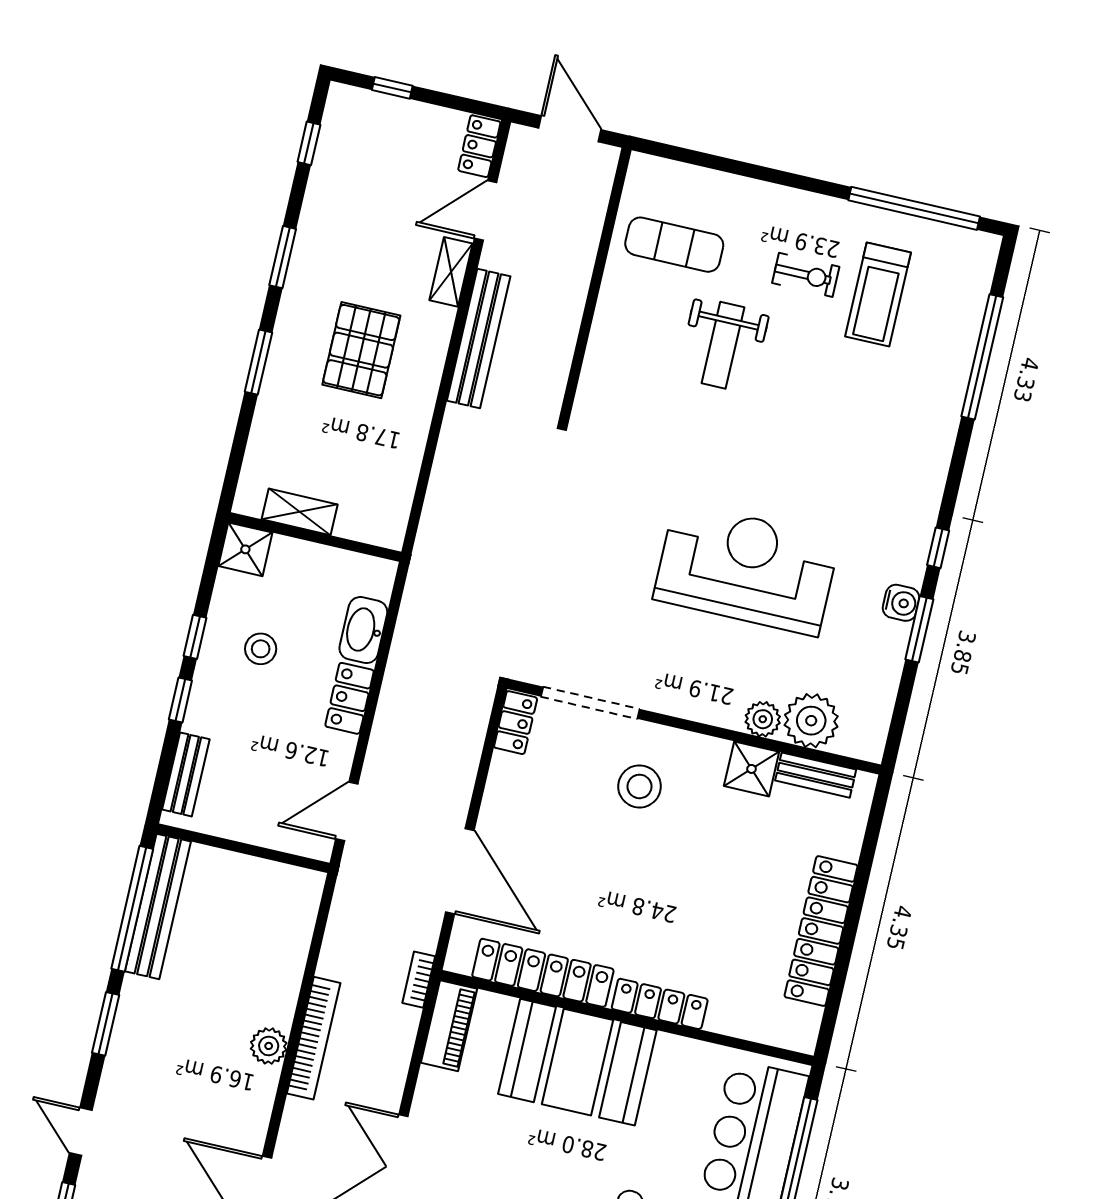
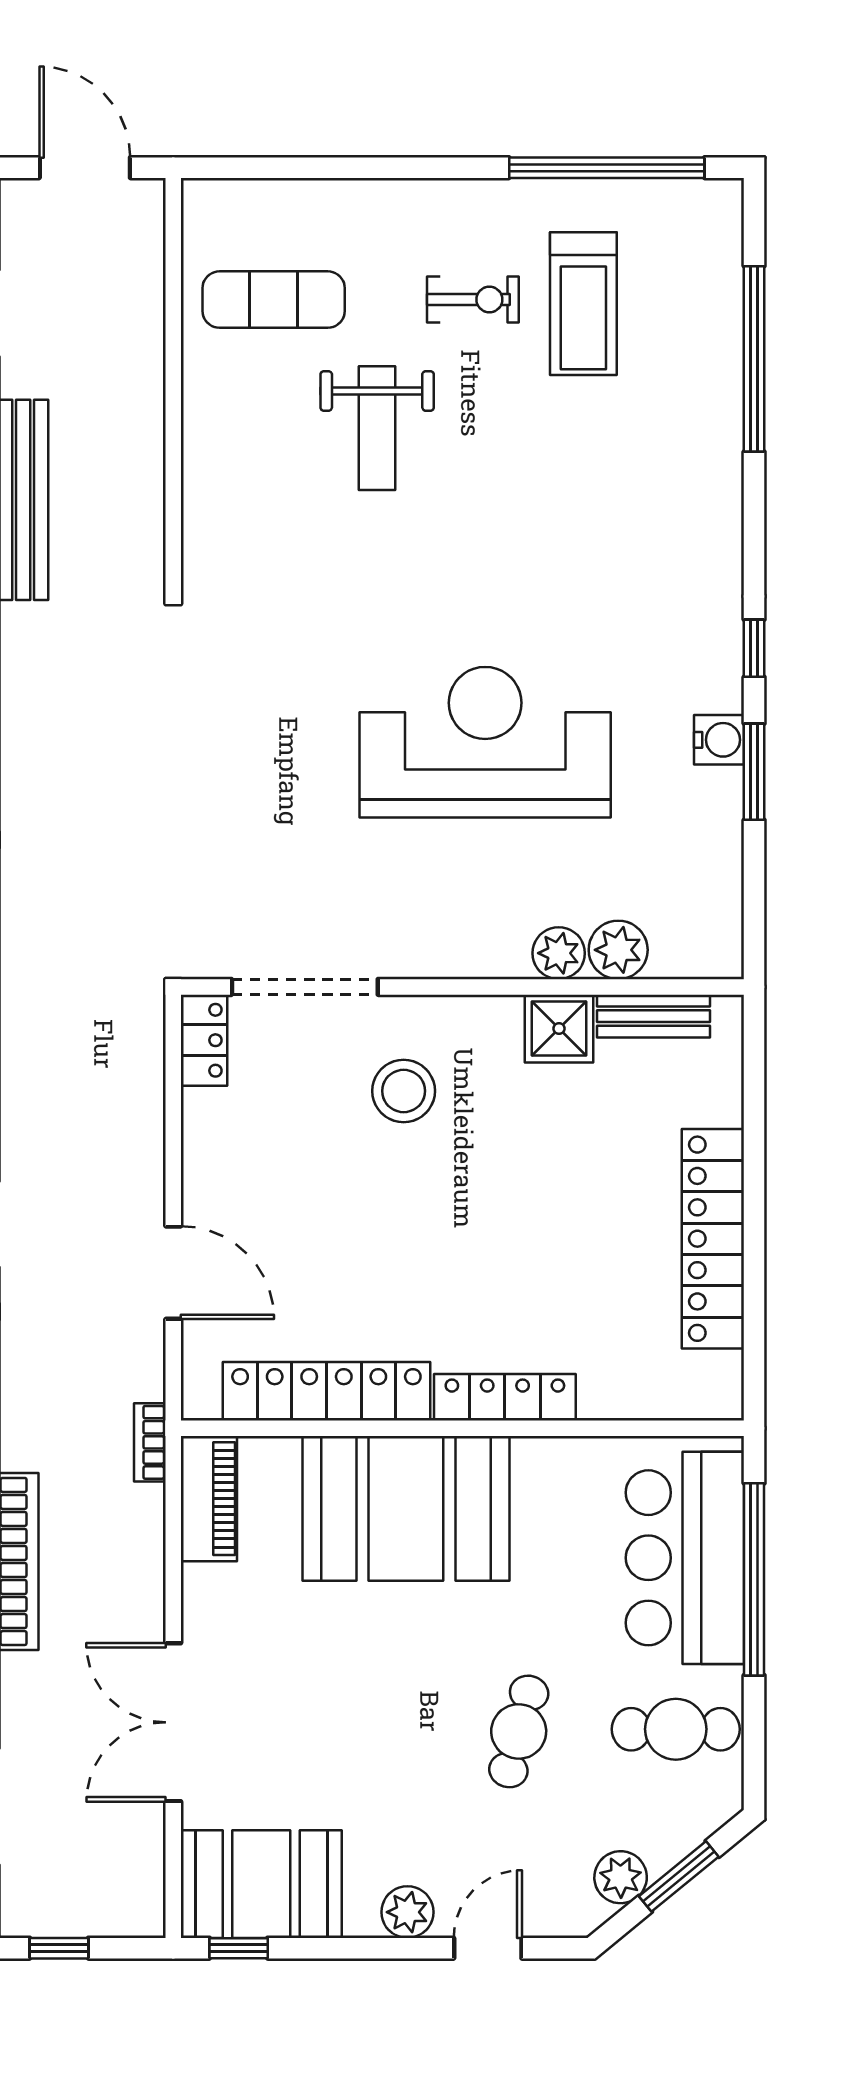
plant: (811, 721) -> (618, 950), width x0.73, depth x0.73
door: (460, 871) -> (173, 1273), width x0.73

